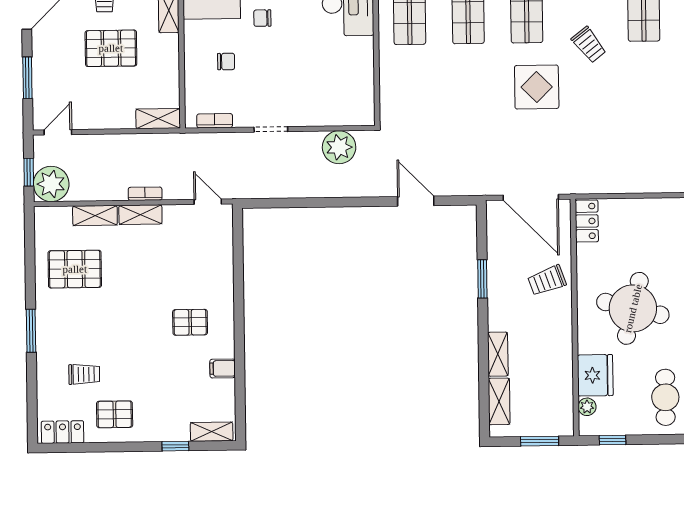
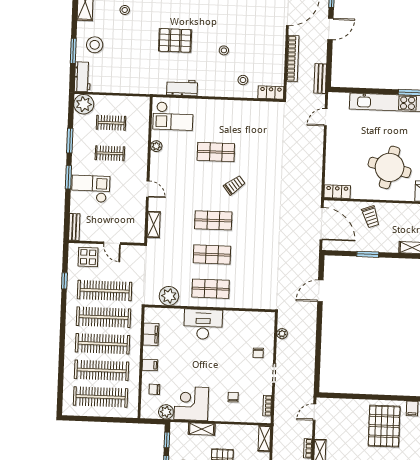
chair: (262, 18) -> (258, 353), moved
display table: (537, 87) -> (258, 217), removed
plant: (339, 147) -> (282, 334), width x0.53, depth x0.53
door: (531, 197) -> (322, 224), hinge flipped
pallet: (190, 322) -> (384, 426), width x2.05, depth x2.00

